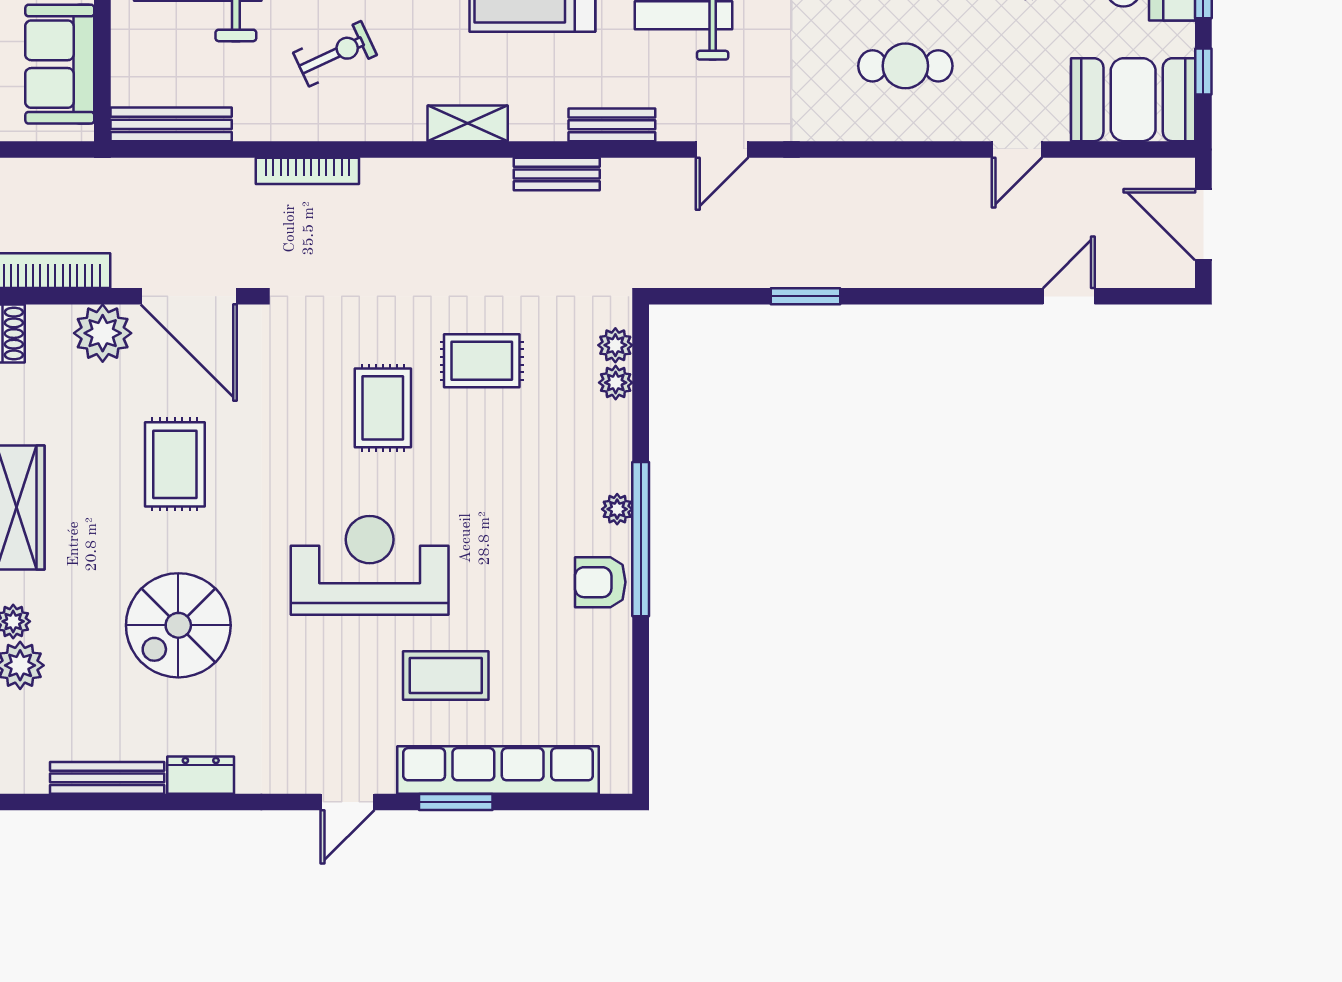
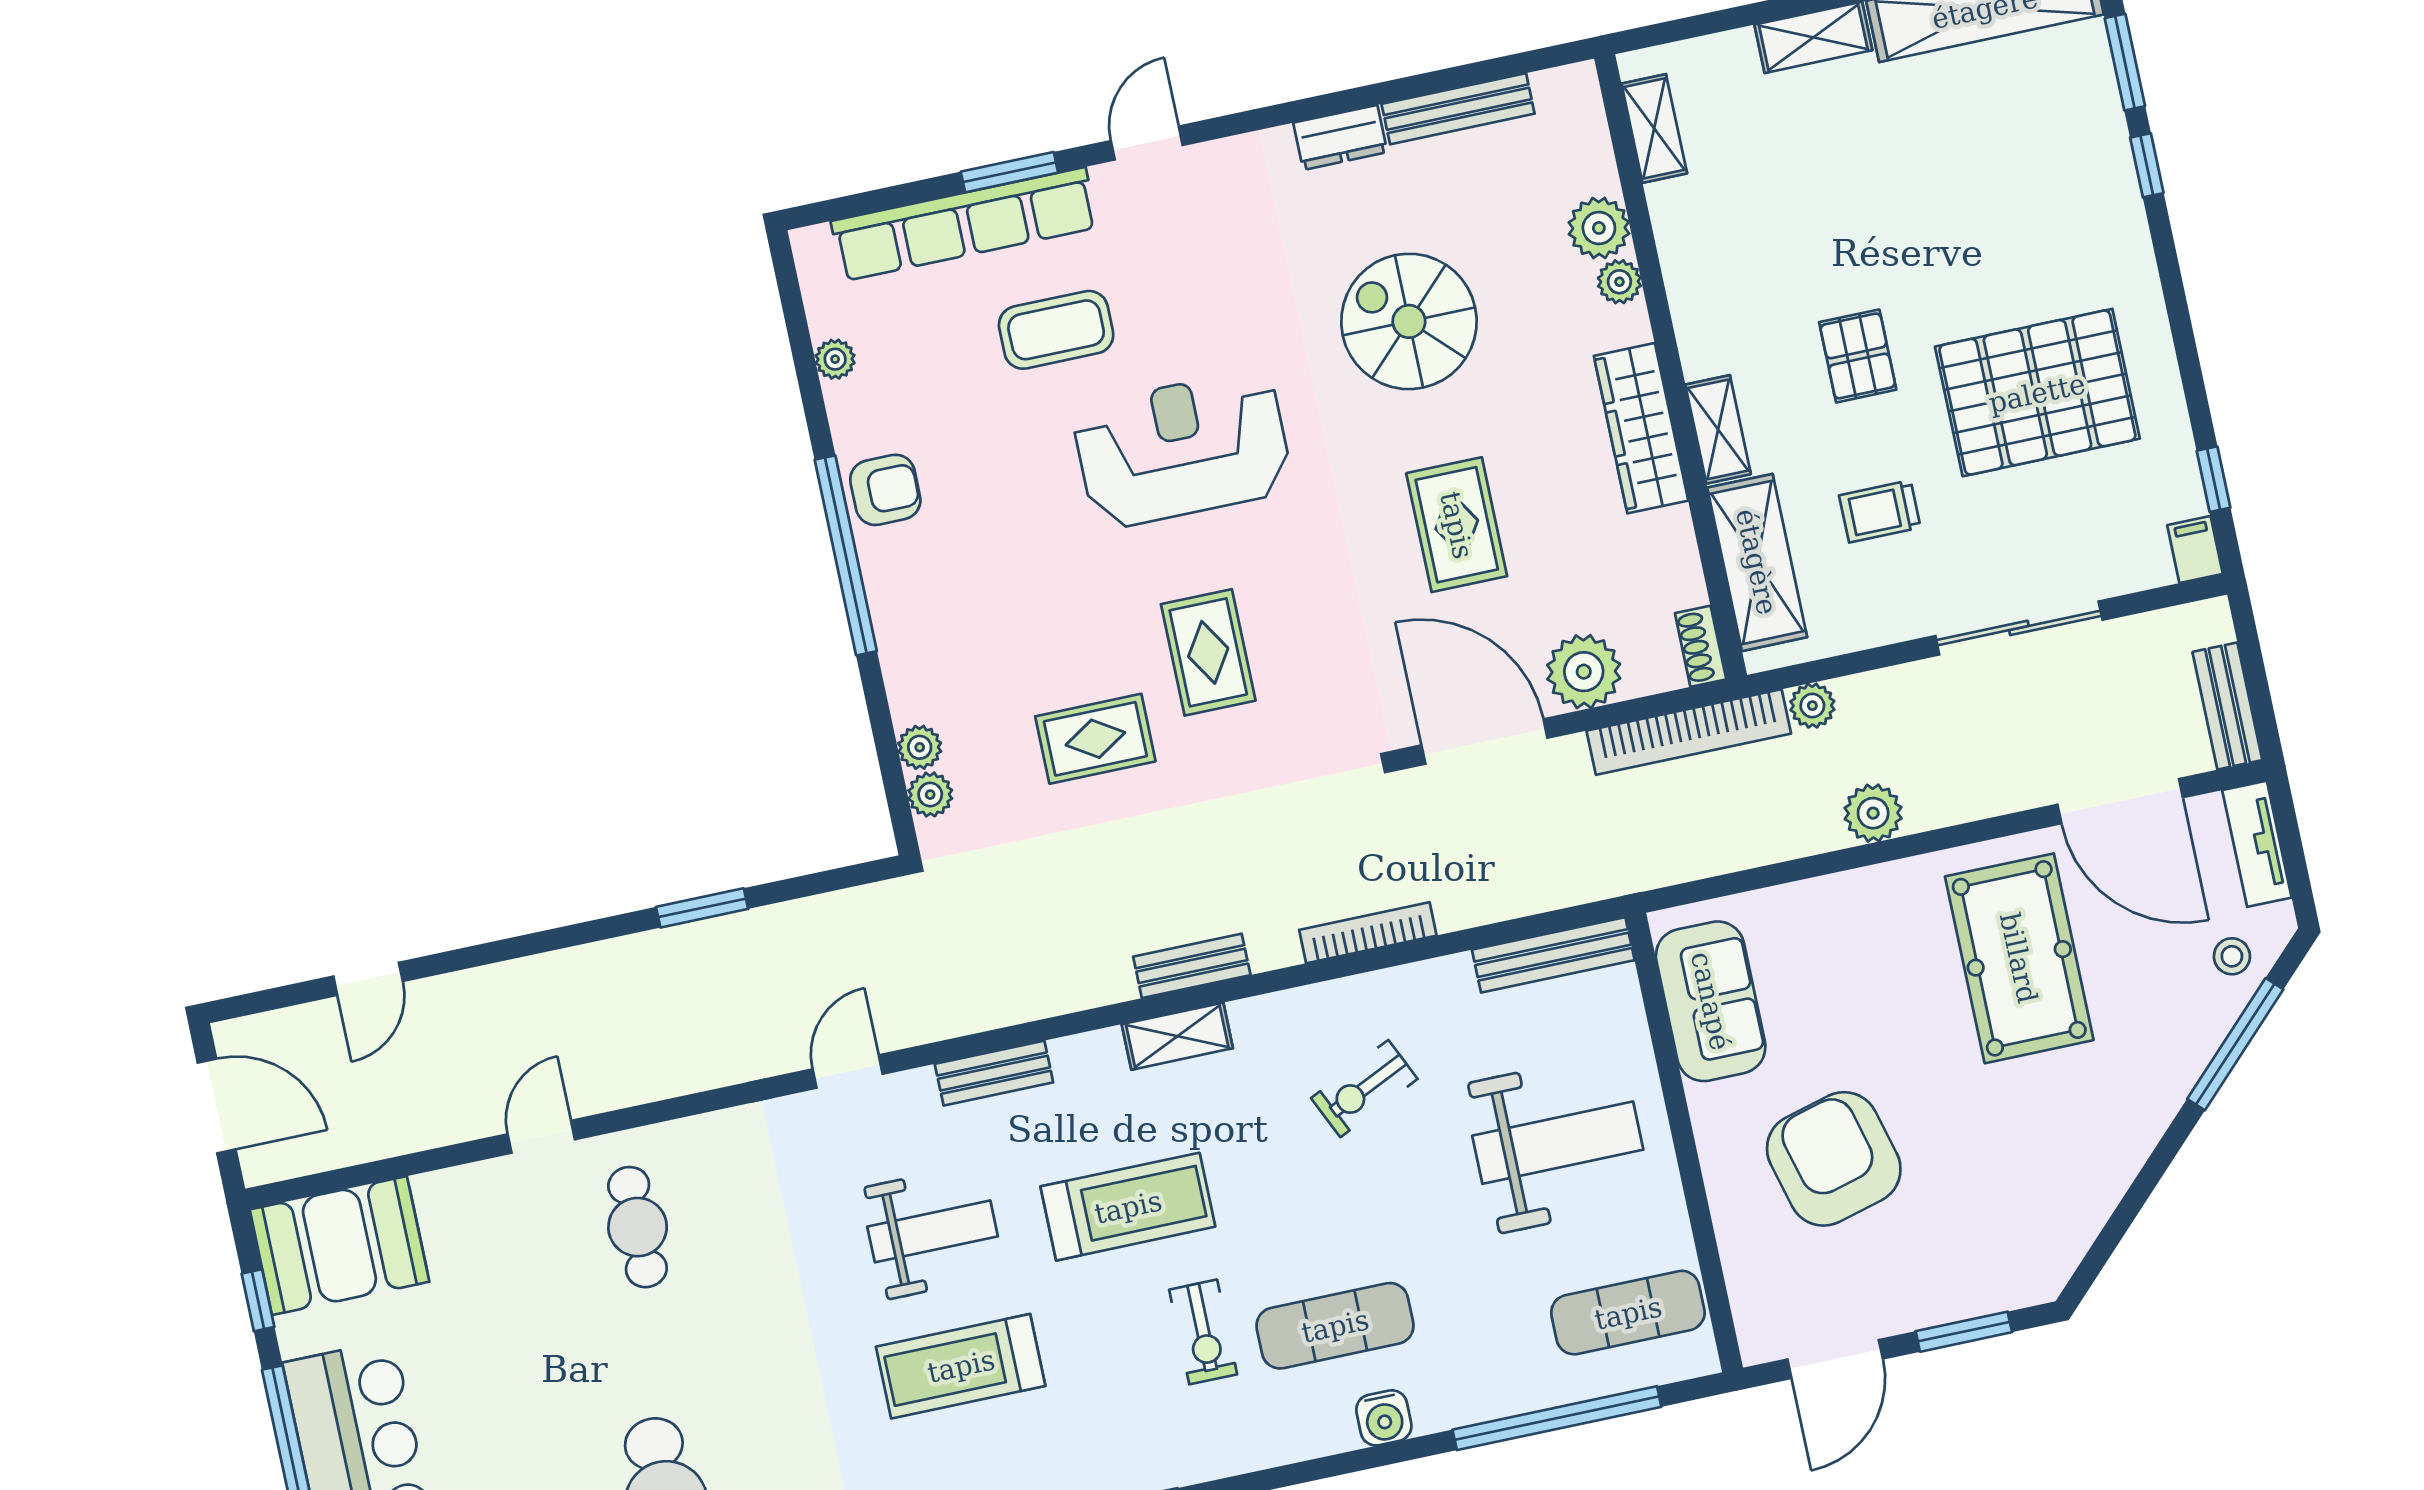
cafe table: (905, 66) -> (638, 1227), turned 90
door: (1017, 149) -> (541, 1137), moved
bench: (557, 174) -> (1192, 966), moved
plant: (617, 509) -> (835, 359), moved
reception desk: (370, 565) -> (1182, 449), turned 180
spiral stairs: (178, 625) -> (1409, 321), turned -90

